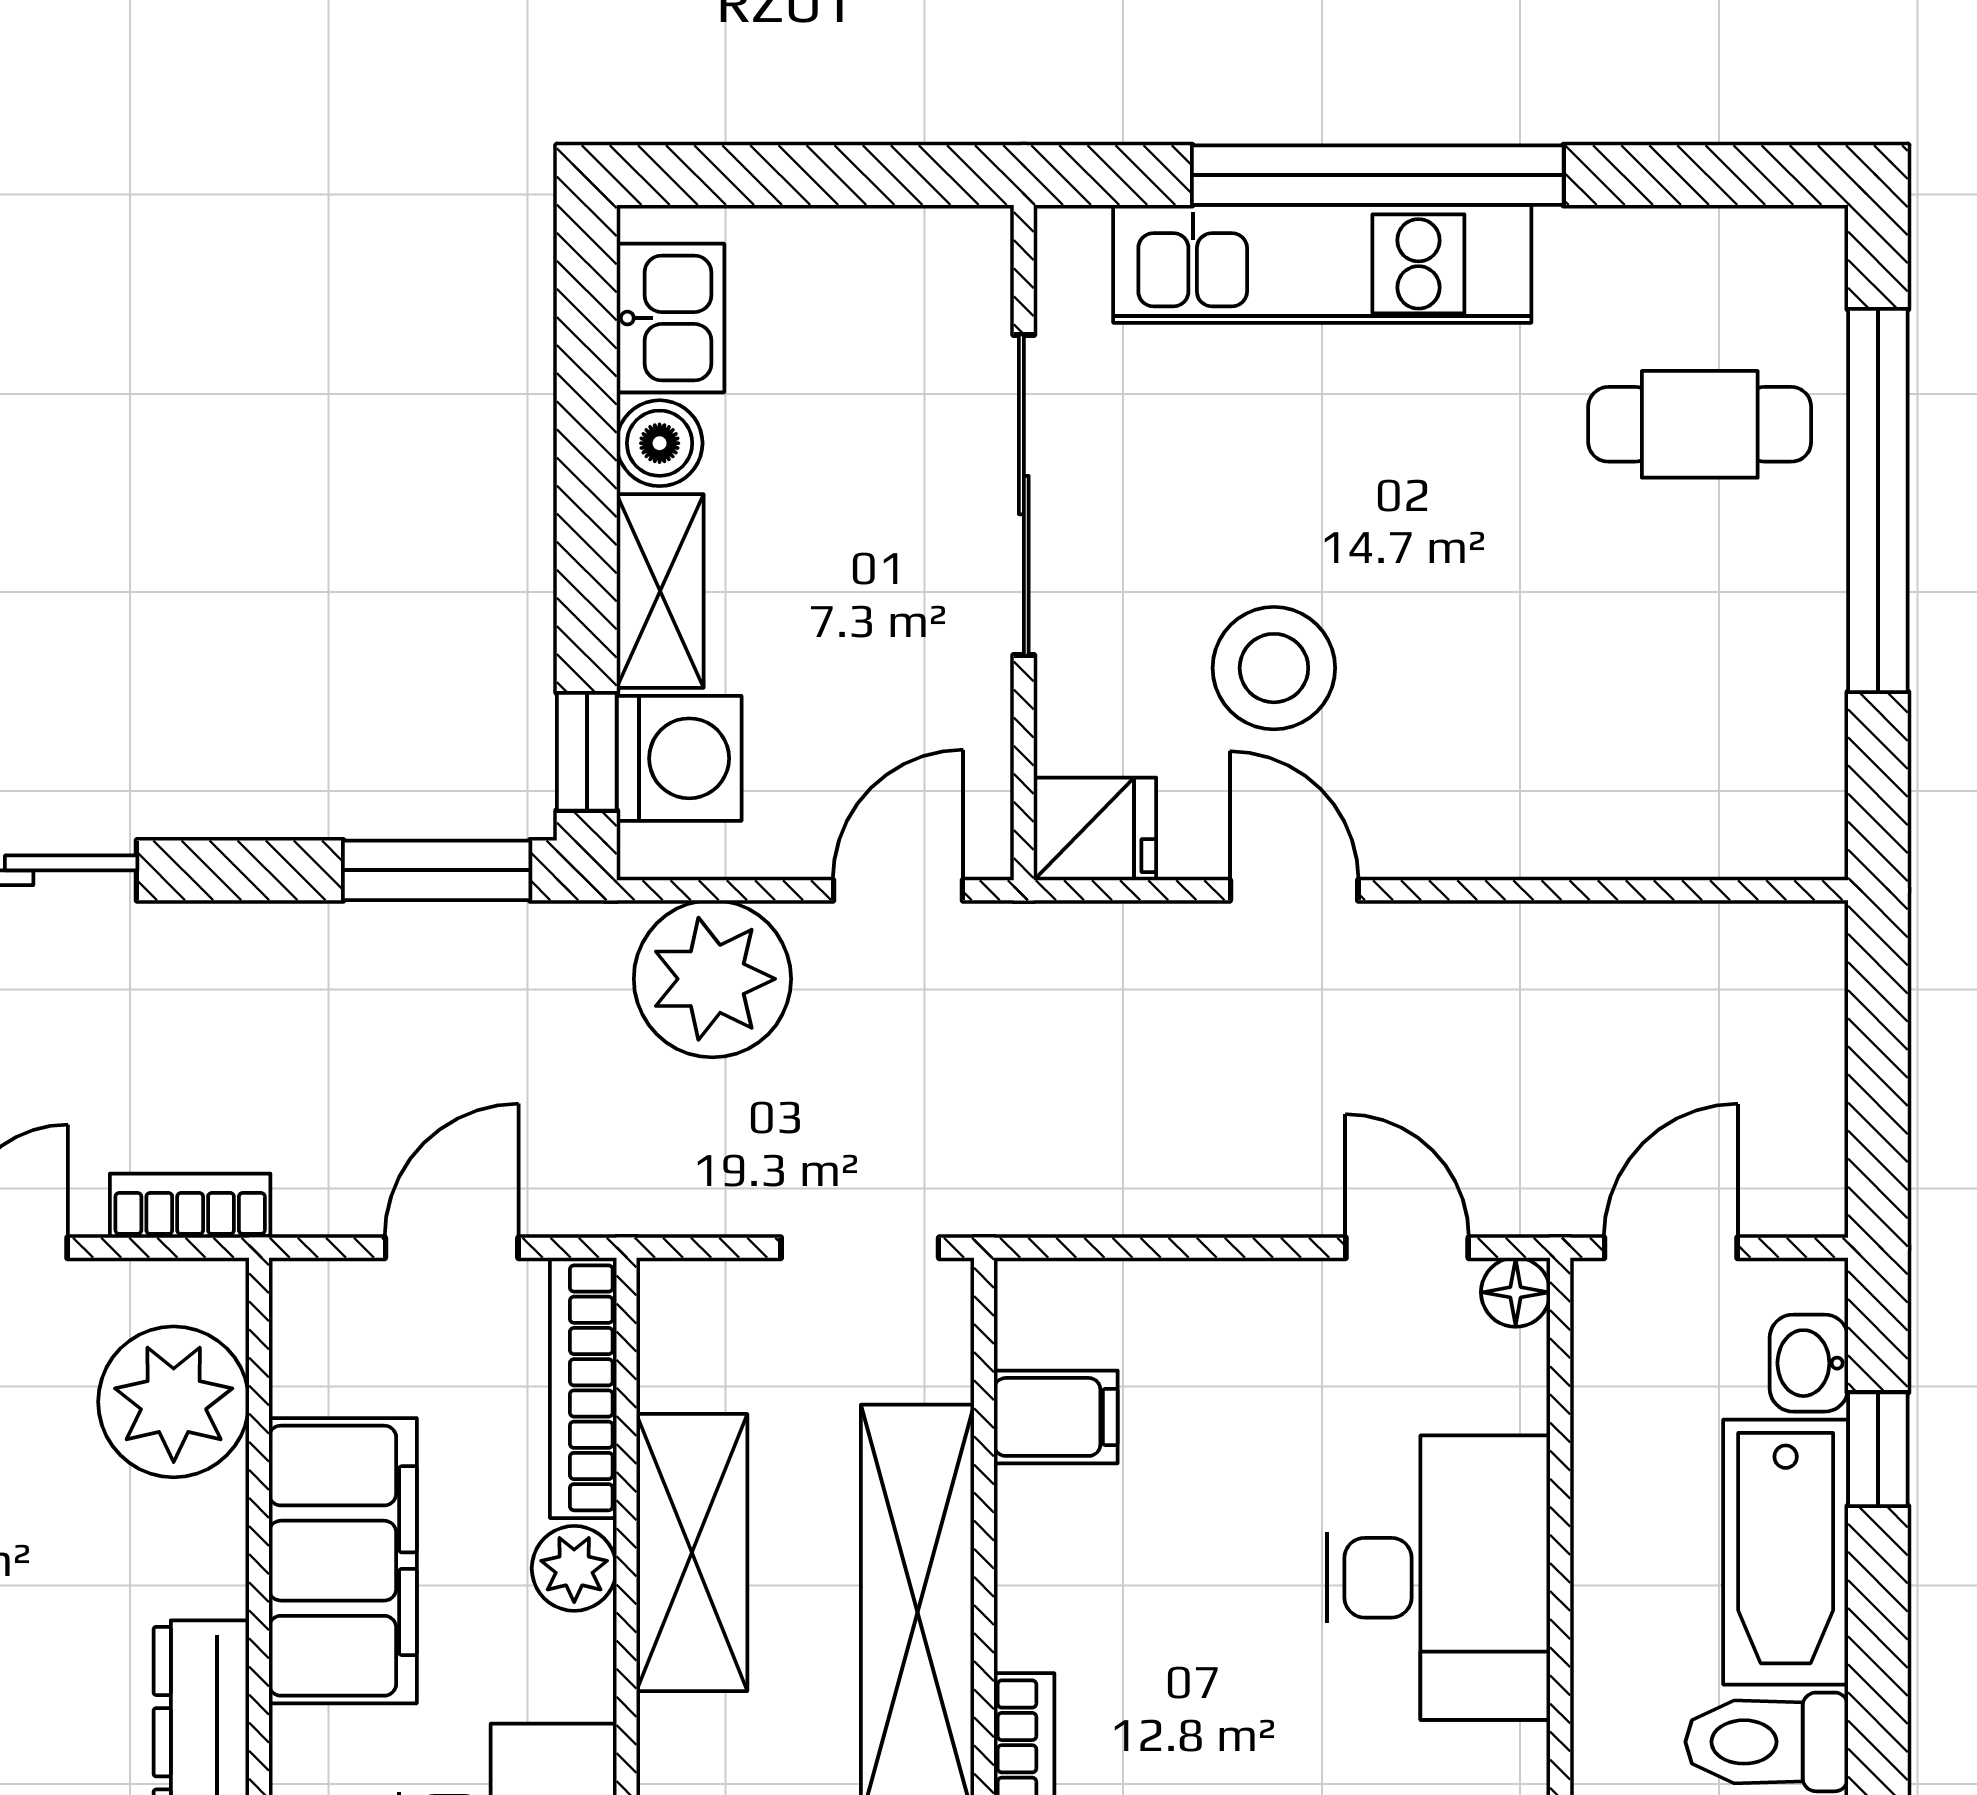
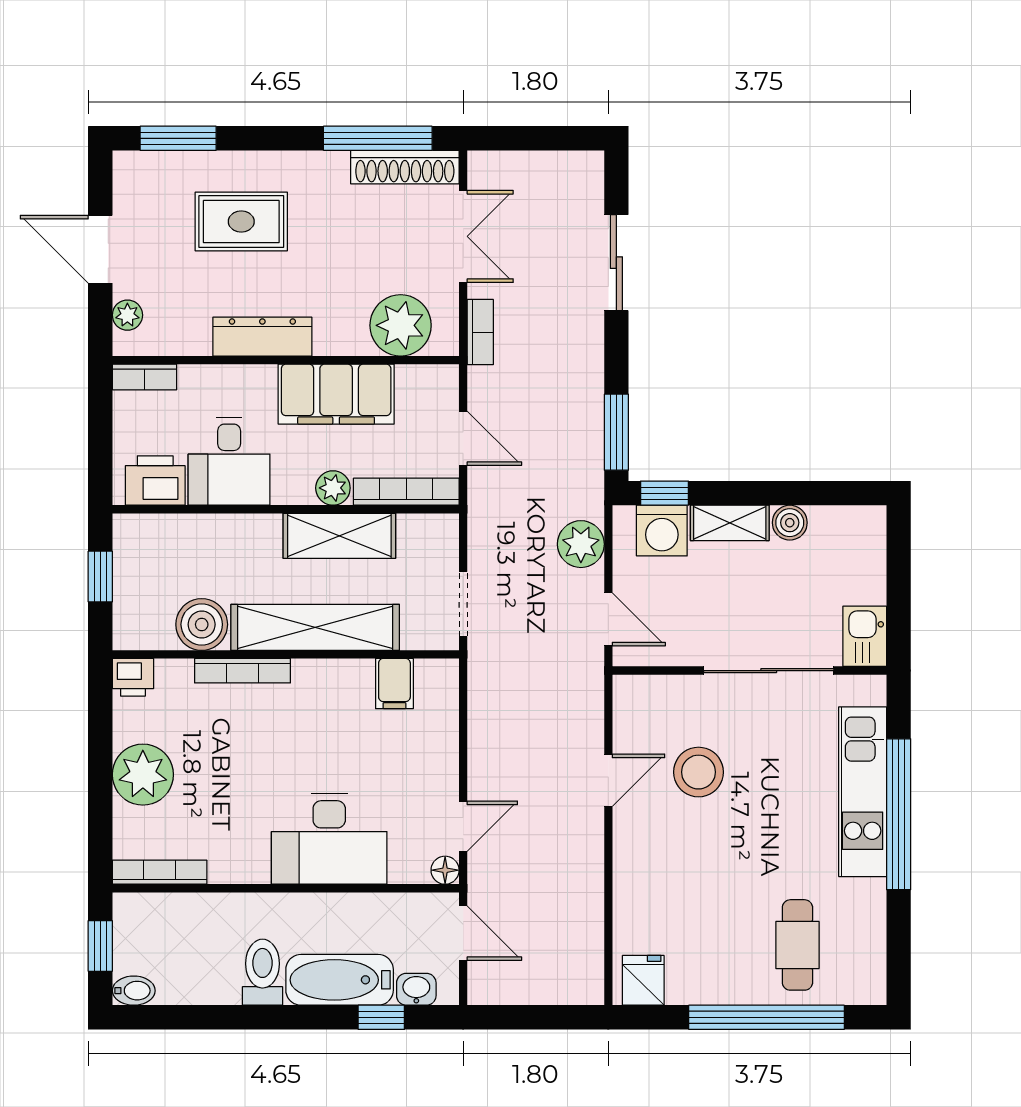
kitchen sink: (670, 318) -> (865, 636), moved, turned 90
fridge: (1095, 829) -> (643, 980), moved, turned 180
plant: (712, 979) -> (581, 544), width x0.73, depth x0.73

